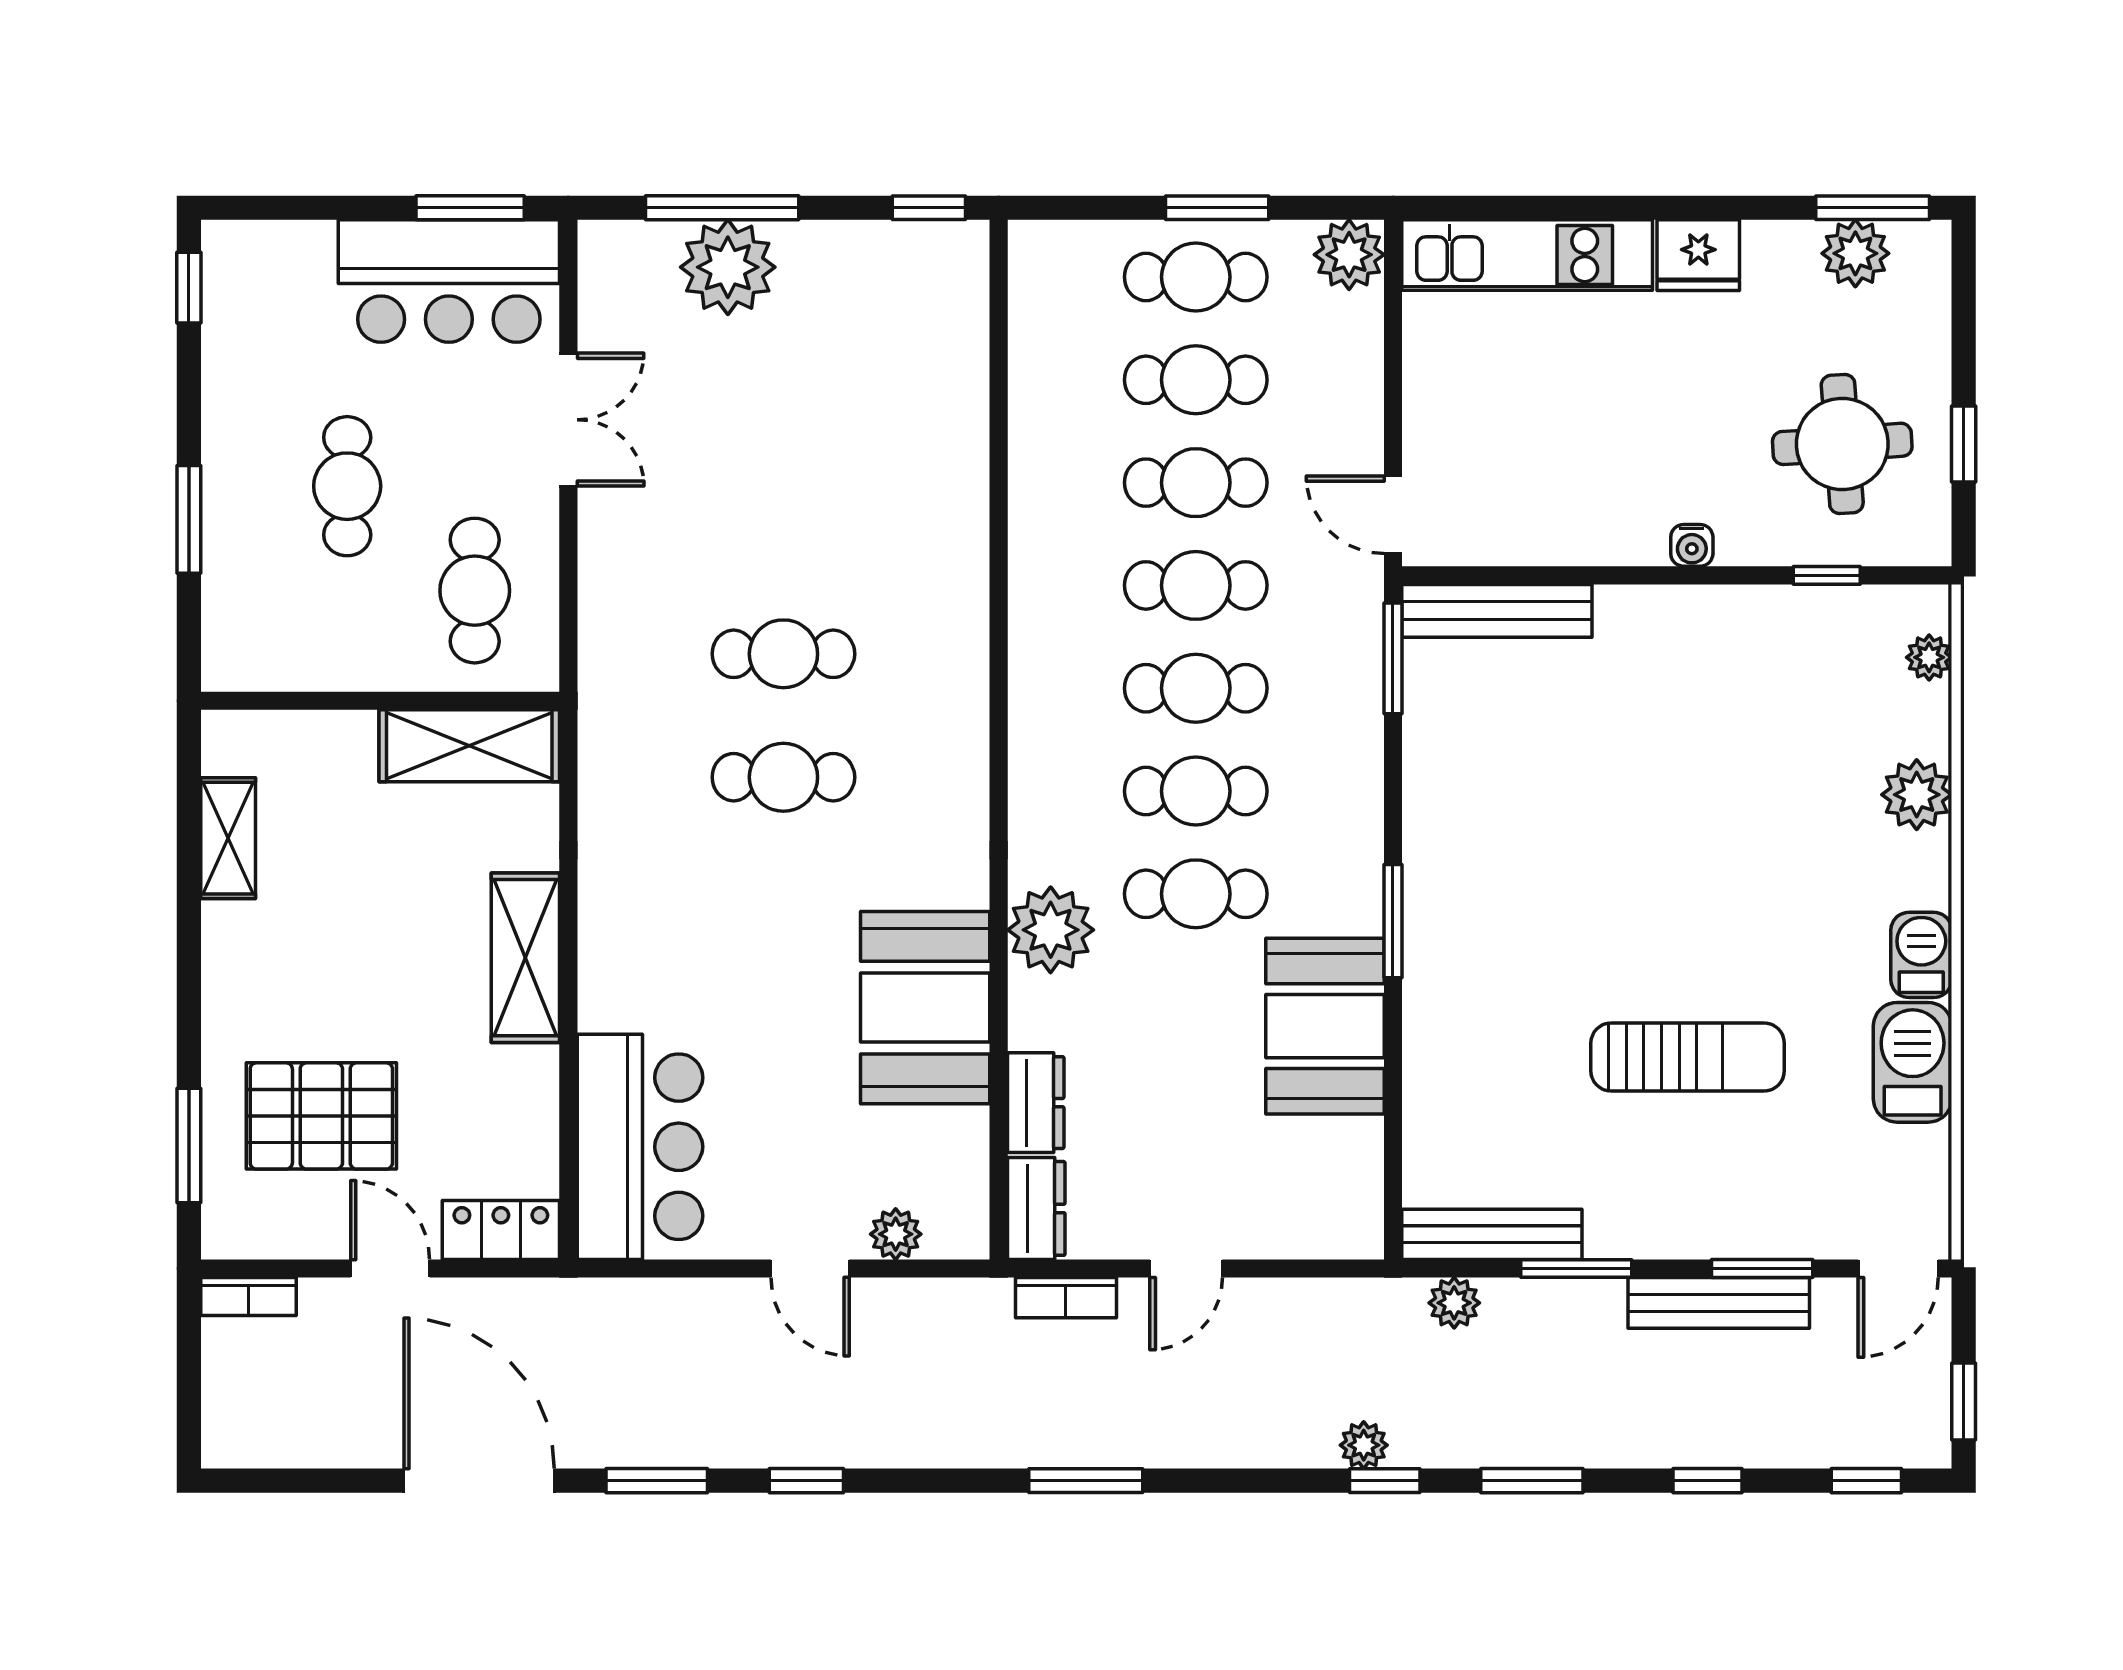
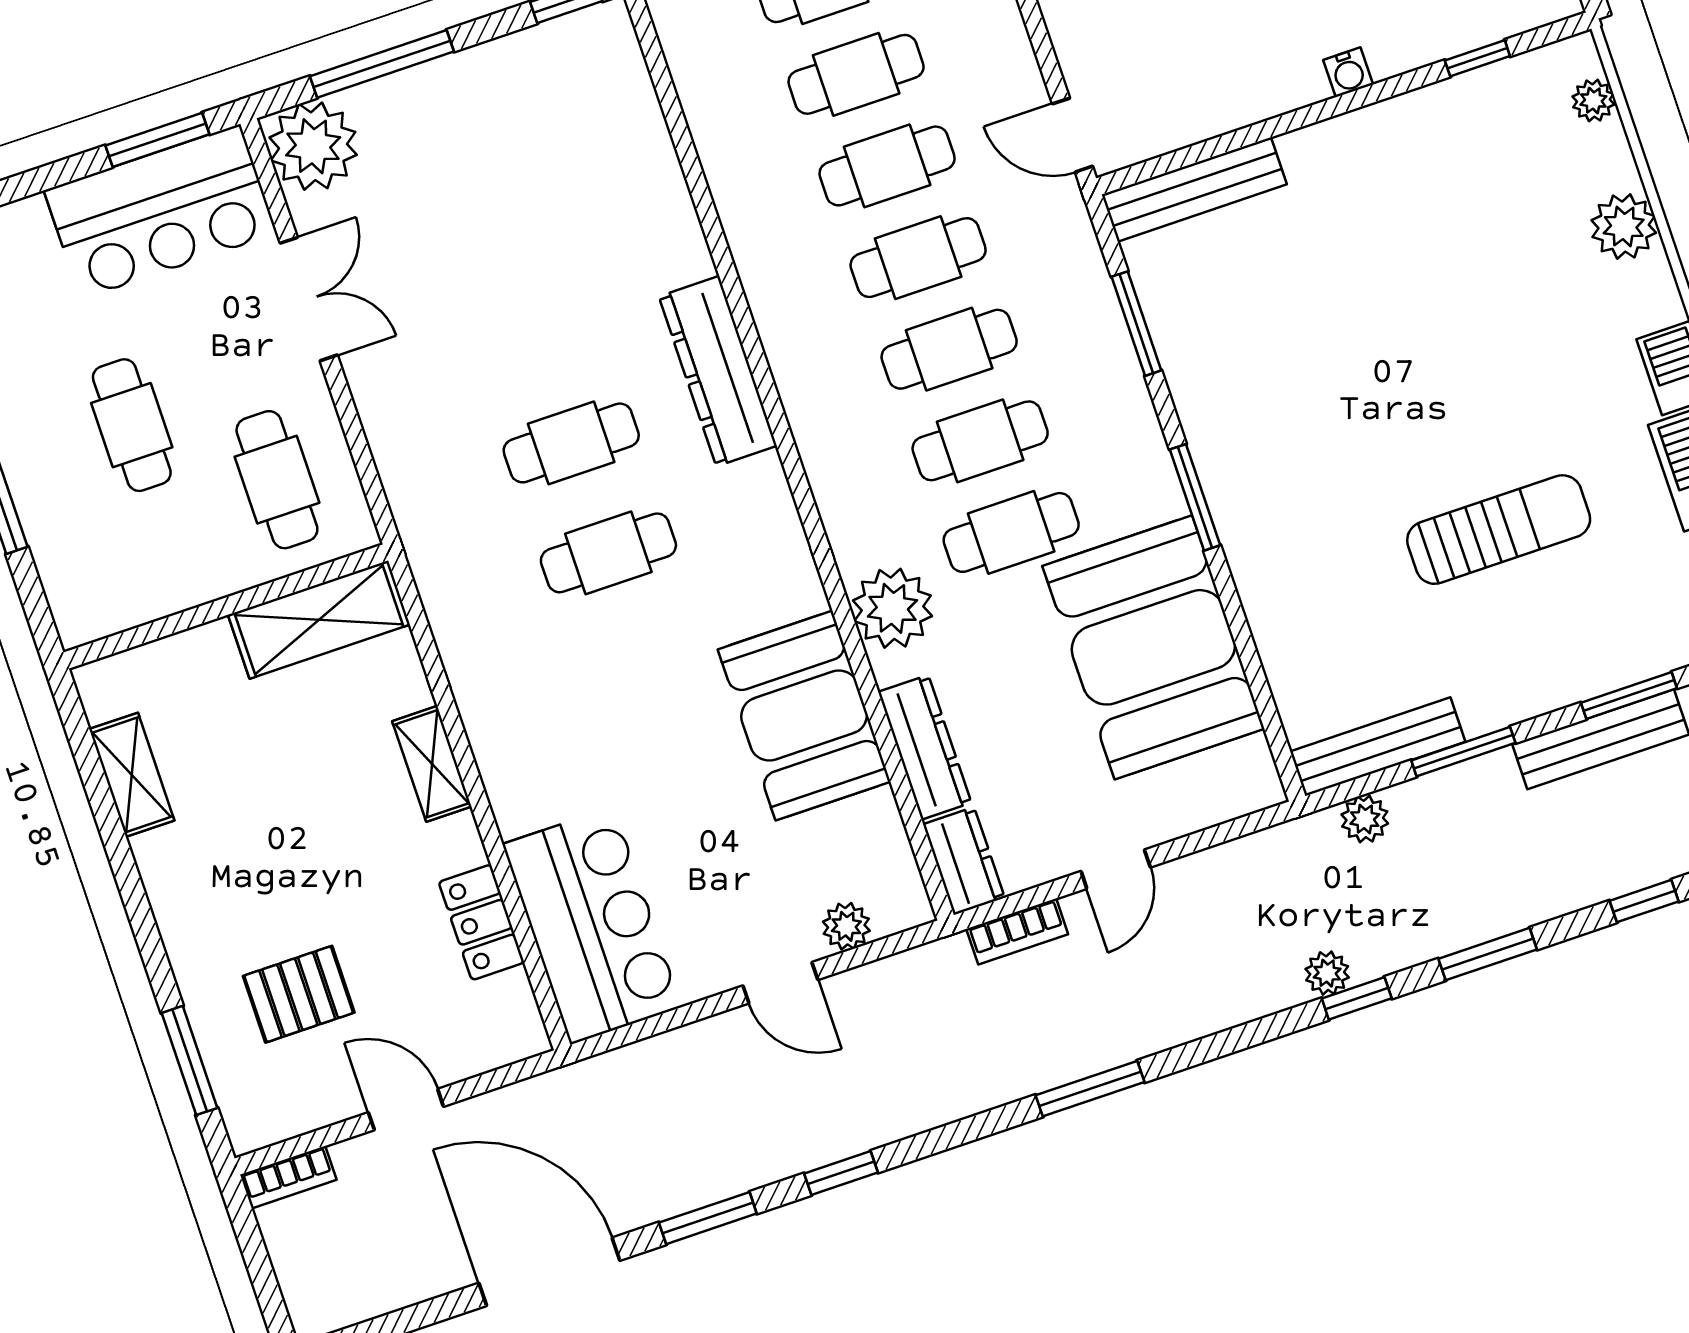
plant: (728, 267) -> (313, 146), moved
dresser: (956, 631) -> (718, 371), added
window: (1393, 658) -> (1136, 324), moved
shelving: (525, 958) -> (432, 764), width x0.67, depth x0.75
booth: (1325, 1026) -> (1153, 647), width x1.36, depth x1.42
dresser: (1036, 1103) -> (925, 747), width x1.44
pallet: (321, 1116) -> (299, 994), width x0.67, depth x0.71
locker: (501, 1230) -> (481, 922), moved, turned -90

